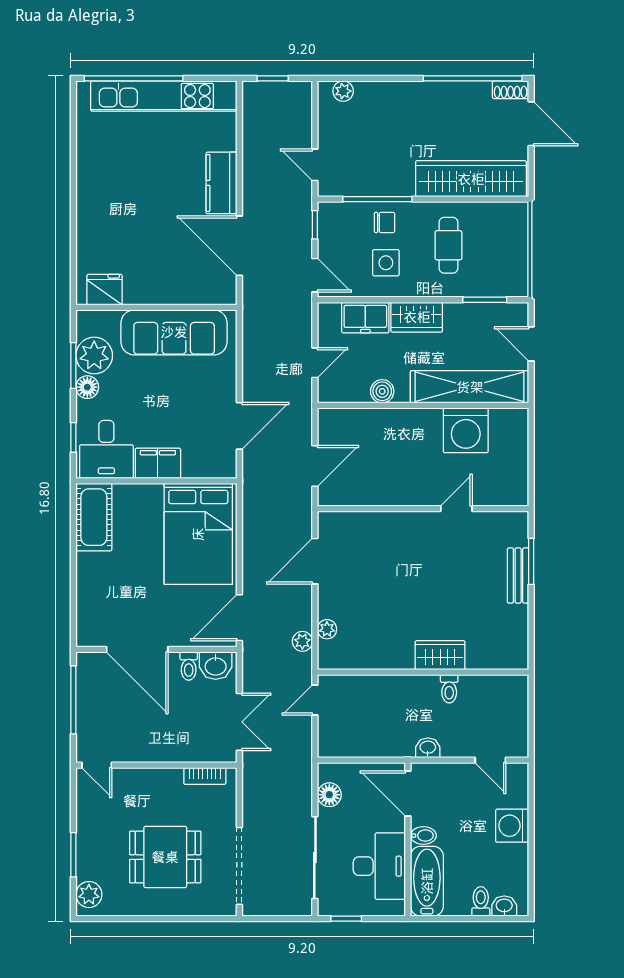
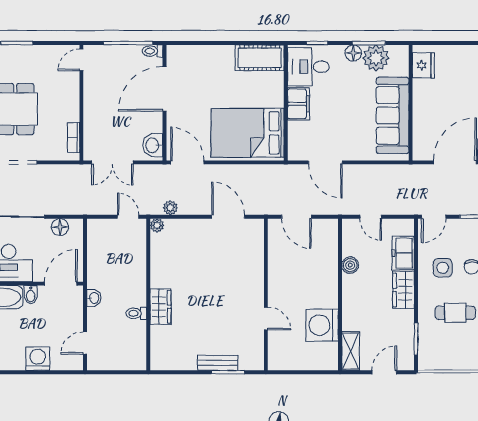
shelving: (470, 387) -> (351, 351), width x0.45, depth x0.75
plant: (327, 629) -> (157, 225), moved
toilet: (189, 666) -> (153, 51), moved

